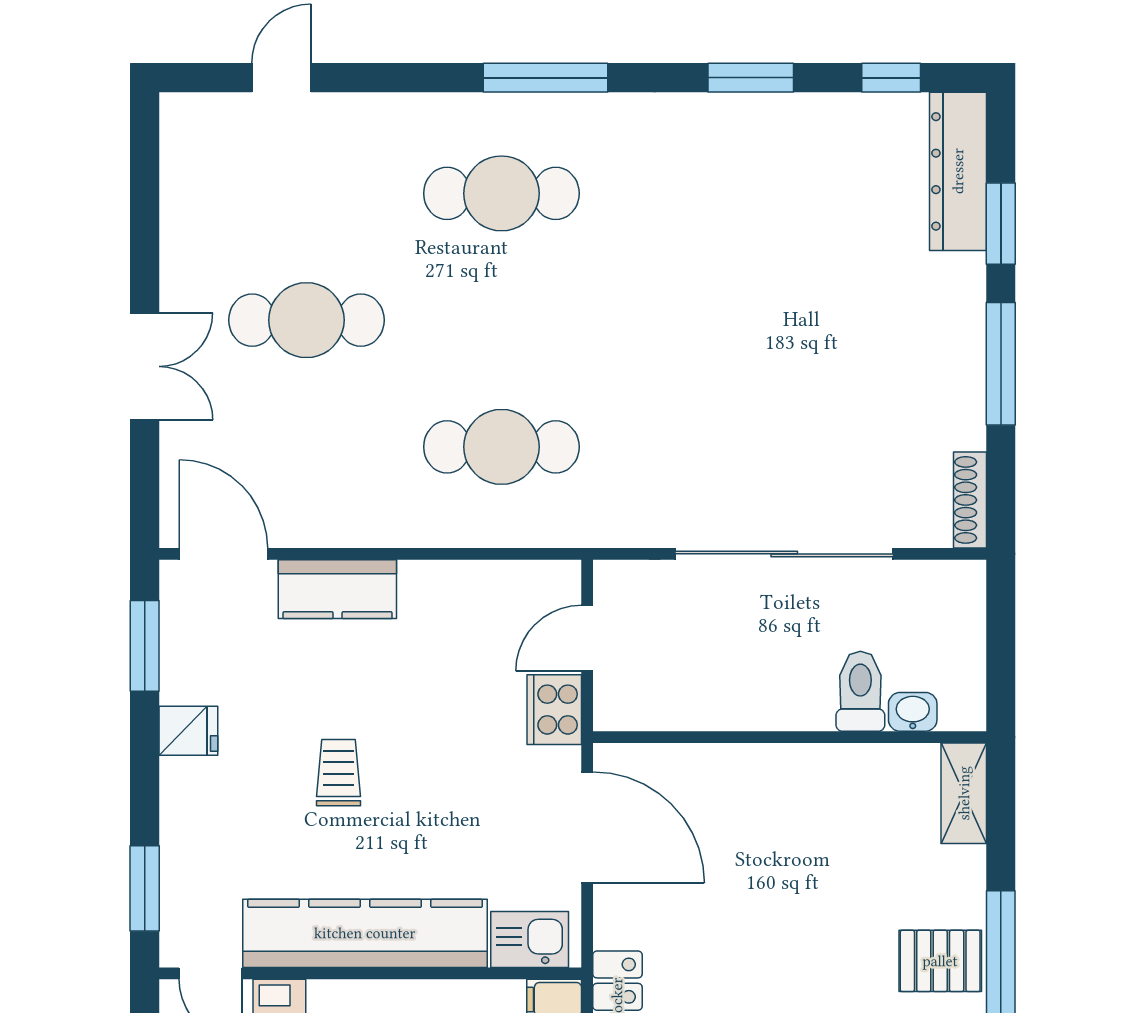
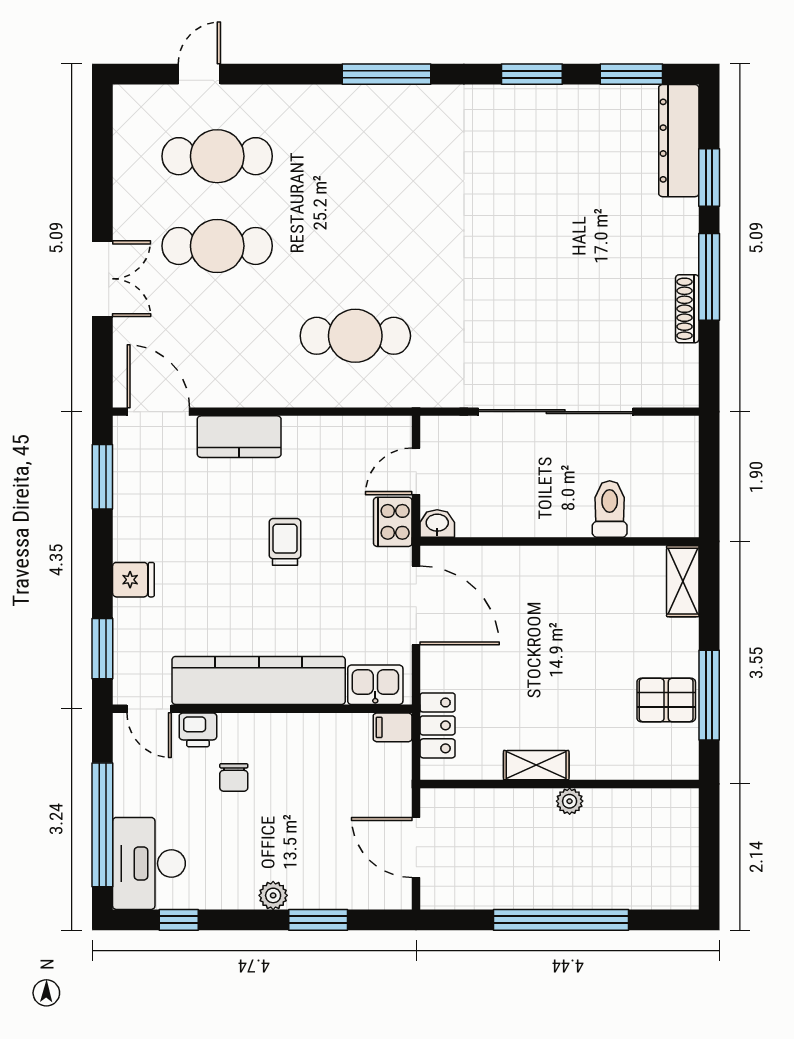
window: (891, 78) -> (631, 74), width x1.50
cafe table: (501, 193) -> (217, 156), moved
shoe rack: (970, 500) -> (687, 309), moved
washbasin: (913, 712) -> (437, 523), moved
fridge: (188, 731) -> (133, 580), moved
trolley: (338, 773) -> (285, 542), moved

